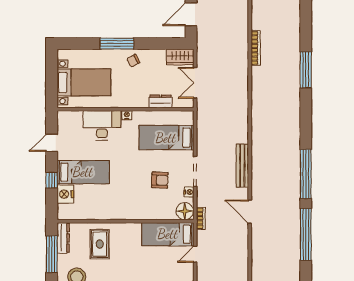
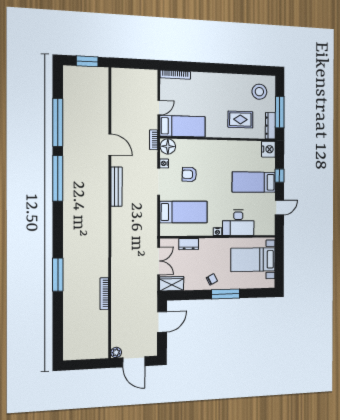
nightstand: (65, 194) -> (268, 149), moved
rug: (100, 244) -> (240, 119), turned 90

